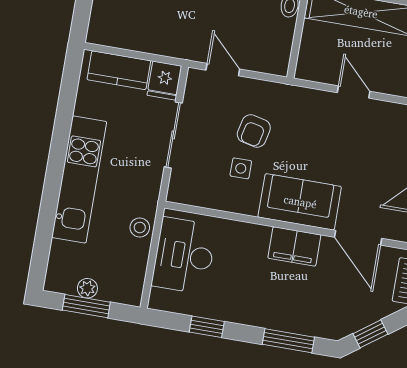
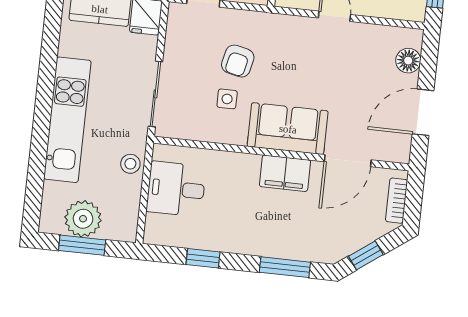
sliding door: (173, 135) -> (155, 94), moved
door: (358, 238) -> (348, 161), hinge flipped
desk: (184, 256) -> (176, 189), width x0.73
plant: (87, 288) -> (83, 219), width x1.87, depth x1.87

